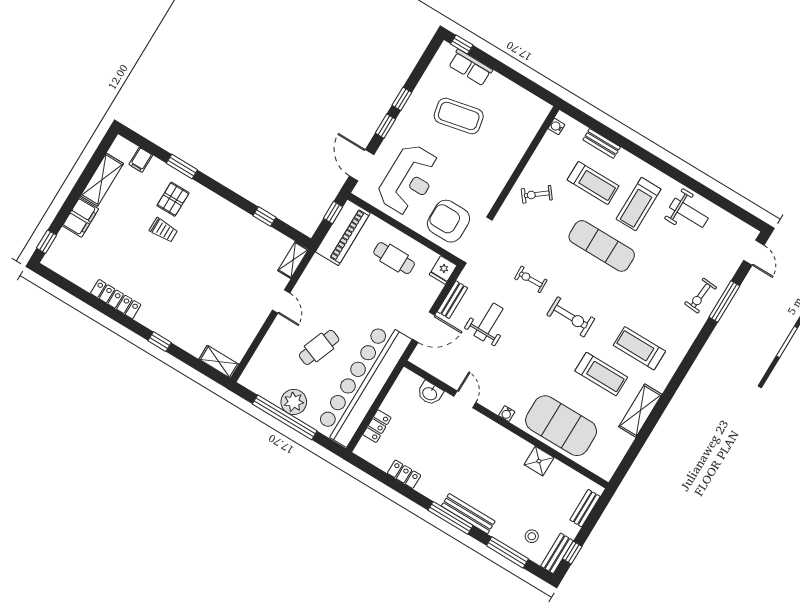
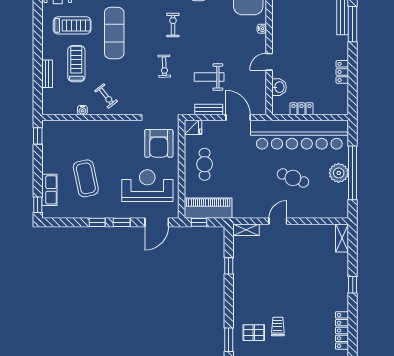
window: (538, 91) -> (38, 136), added
water cooler: (556, 127) -> (82, 110), moved
exercise bike: (571, 317) -> (173, 25), width x0.73, depth x0.72
locker: (377, 426) -> (301, 109), moved

